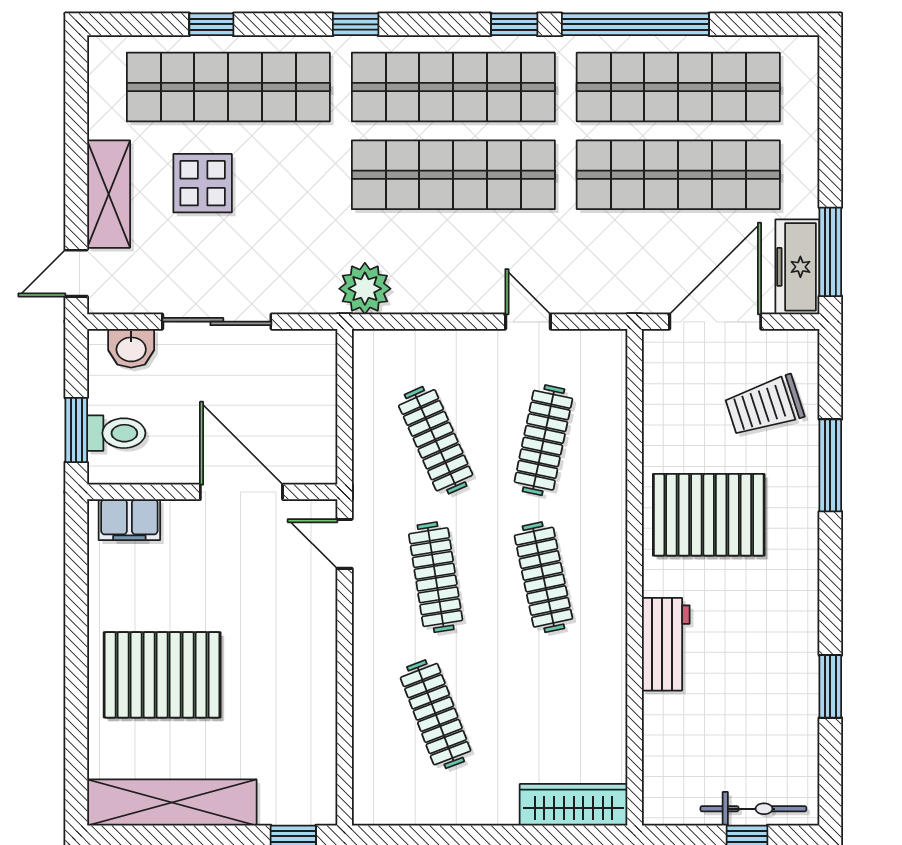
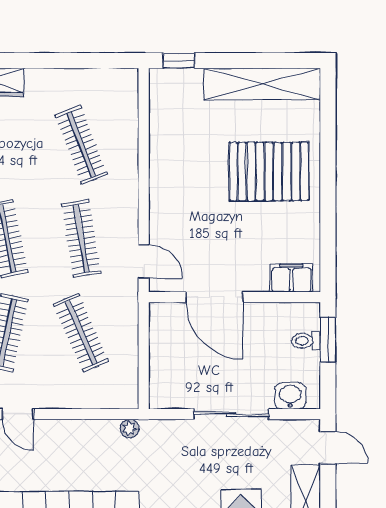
door: (76, 273) -> (328, 447), hinge flipped
plant: (365, 289) -> (130, 429), width x0.53, depth x0.53
toilet: (116, 433) -> (306, 341), width x0.73, depth x0.72

